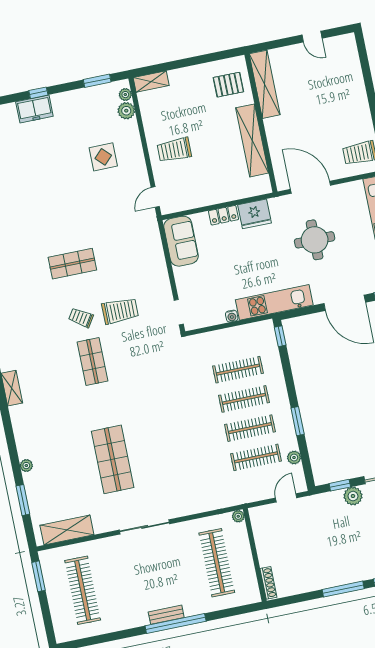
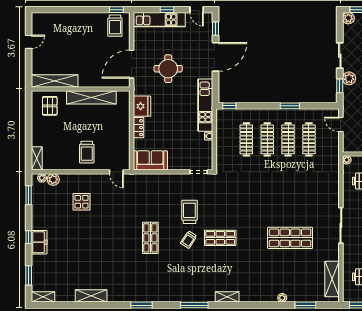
plant: (294, 458) -> (314, 113), removed

